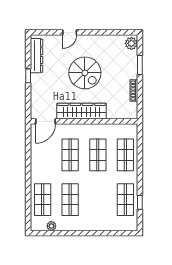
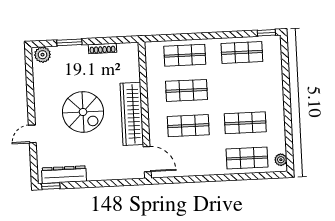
door: (70, 32) -> (32, 134), swing flipped
spiral stairs: (85, 73) -> (83, 112), turned 90
window: (28, 76) -> (51, 186), moved
window: (140, 202) -> (266, 33), moved
plant: (51, 226) -> (281, 160), moved

